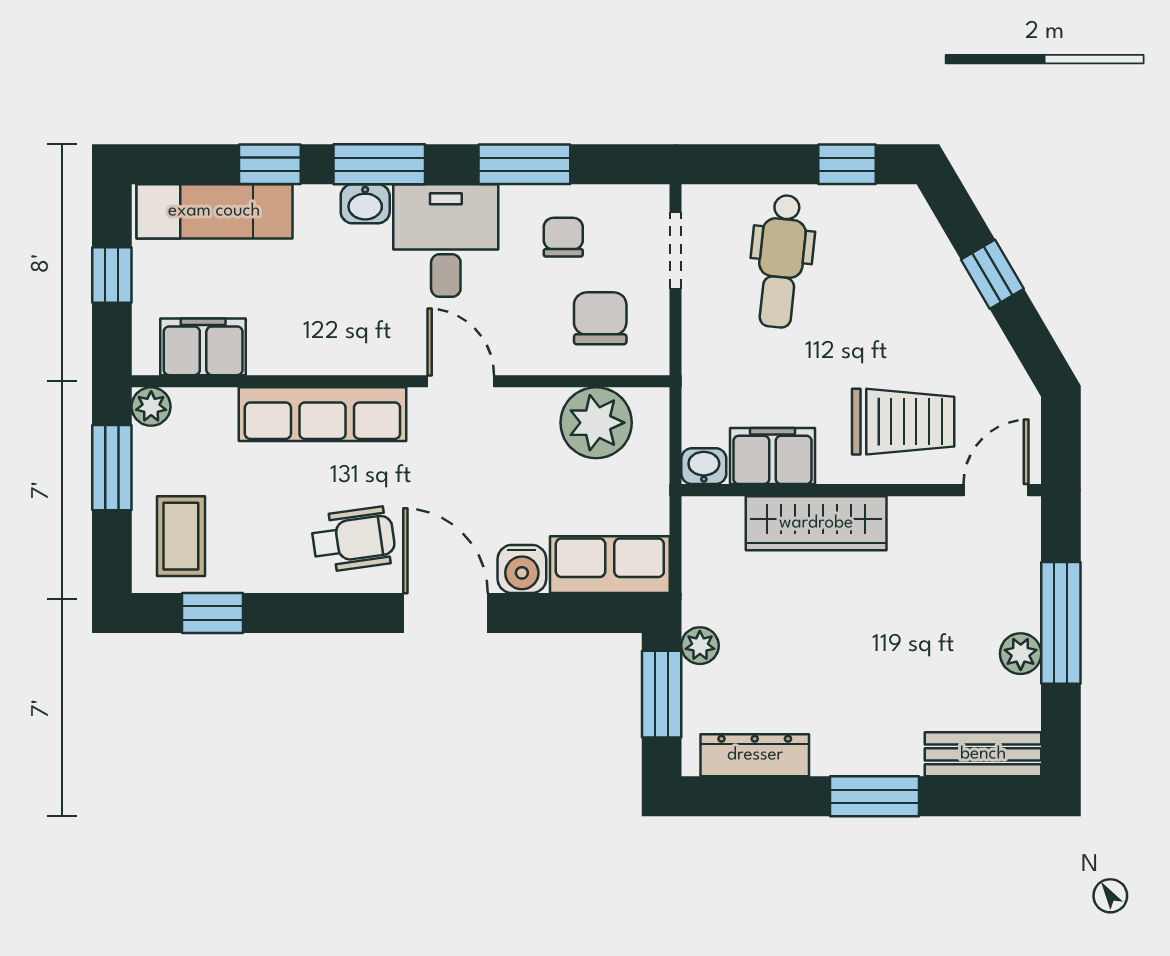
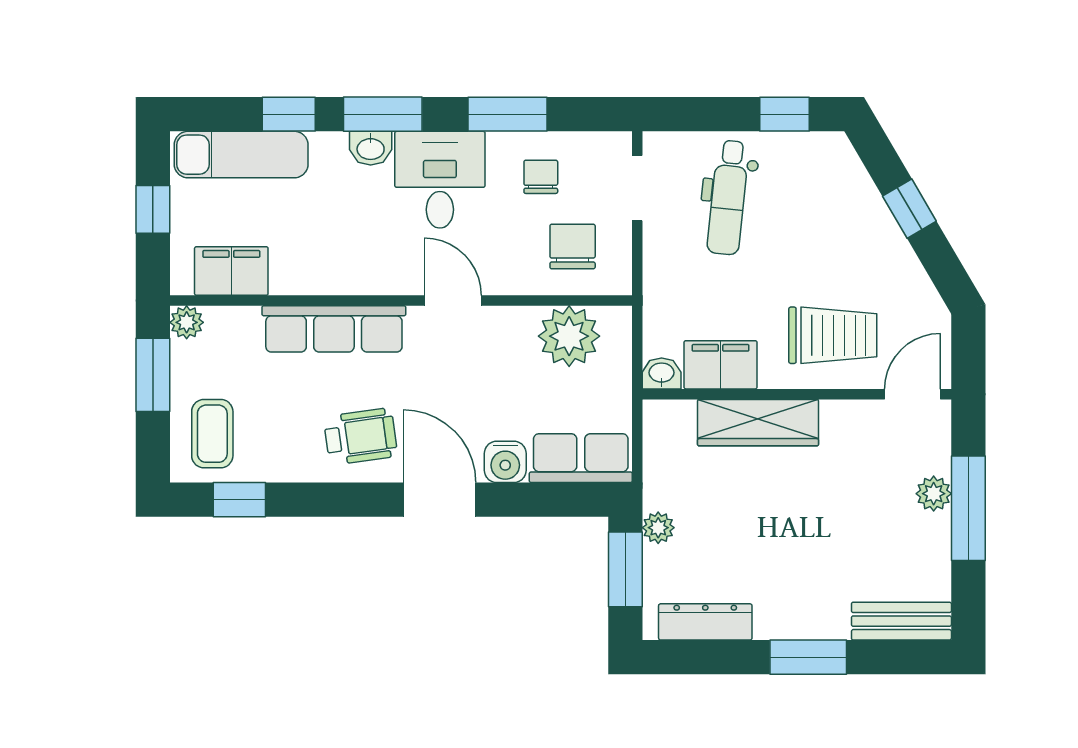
plant: (1021, 654) -> (934, 494), moved

